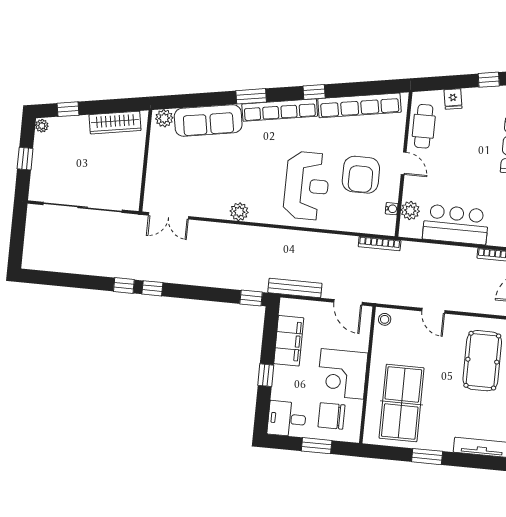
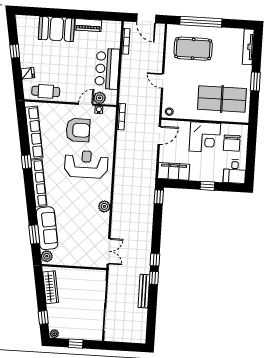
window: (251, 96) -> (34, 234), moved
door: (404, 163) -> (86, 104), moved
bench: (295, 288) -> (144, 291), moved
door: (433, 311) -> (163, 81), swing flipped
filing cabinet: (289, 341) -> (174, 171), moved
window: (317, 446) -> (251, 152), removed

